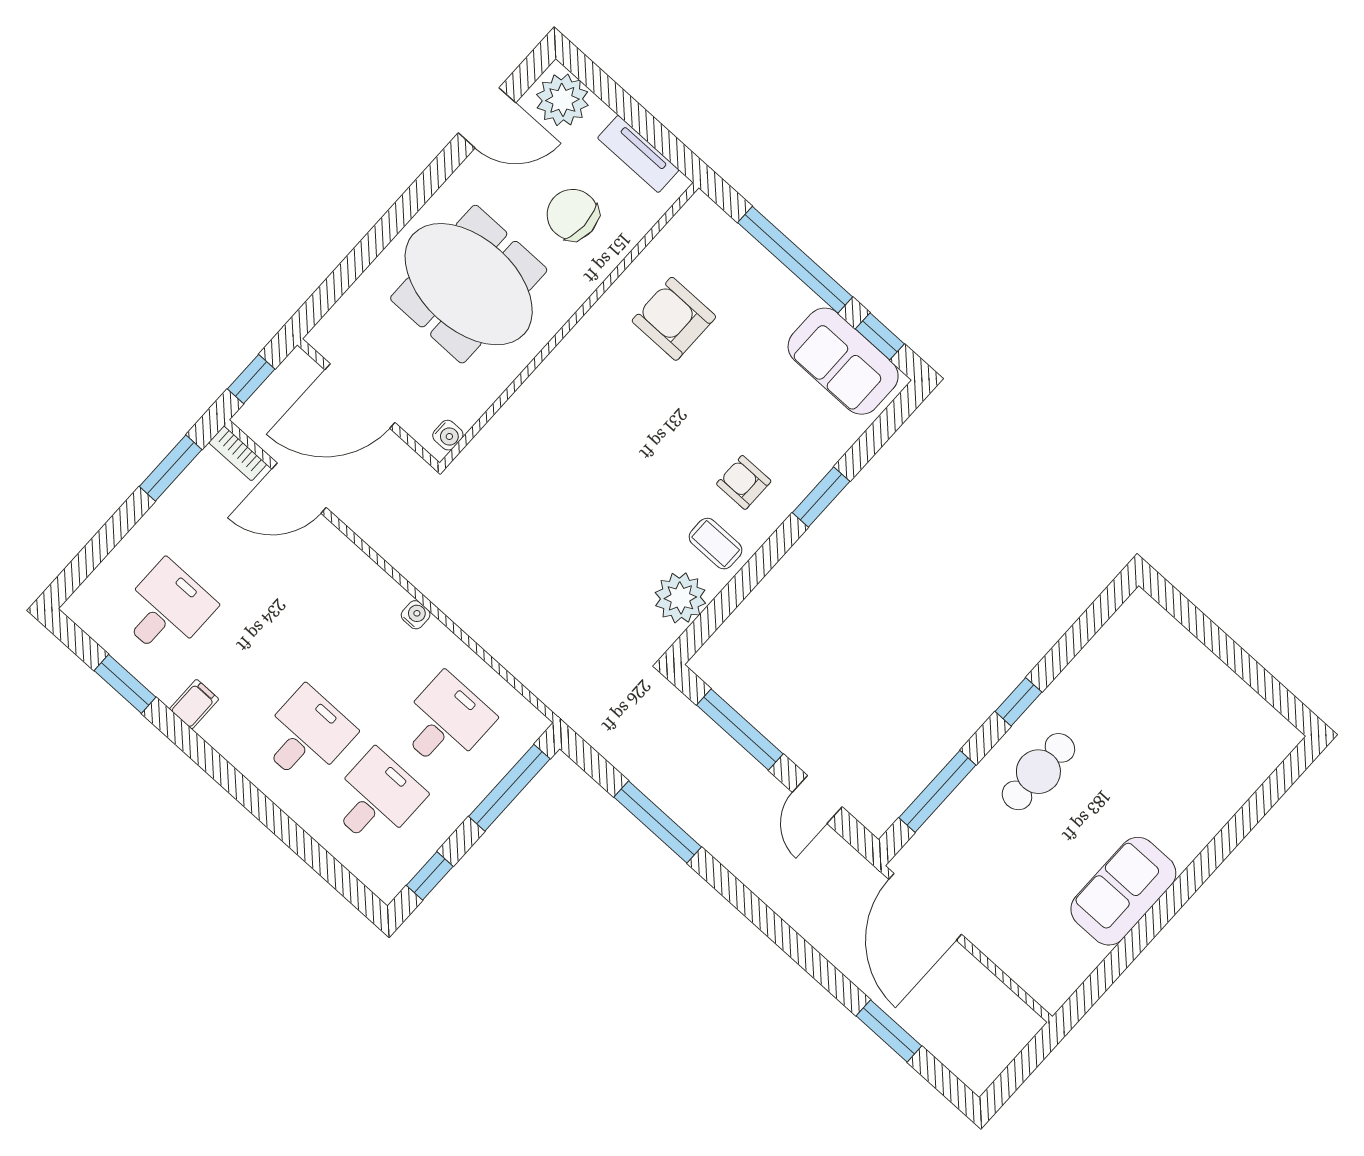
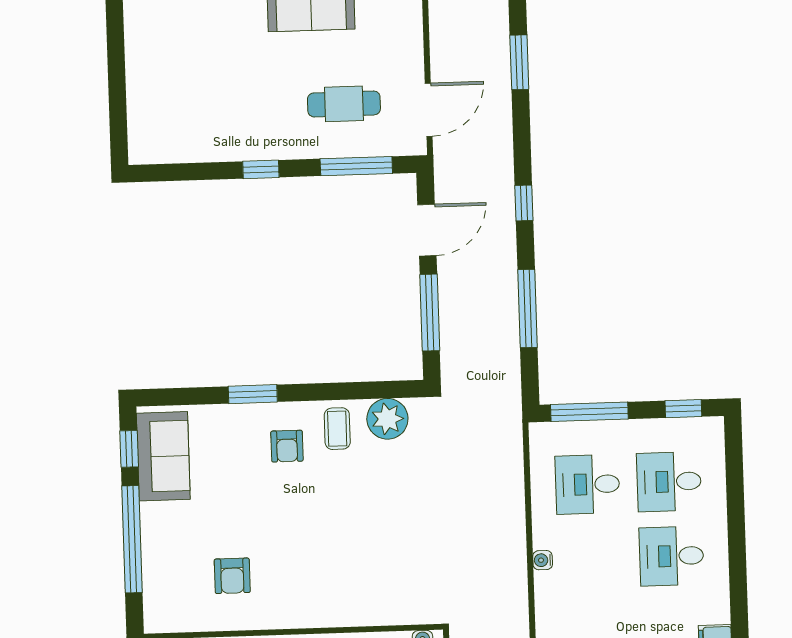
armchair: (674, 319) -> (232, 576), width x0.72, depth x0.72
cafe table: (1038, 772) -> (344, 104), moved
door: (817, 799) -> (427, 230), width x1.38
door: (925, 907) -> (429, 110), width x0.73
window: (757, 912) -> (524, 203), added

